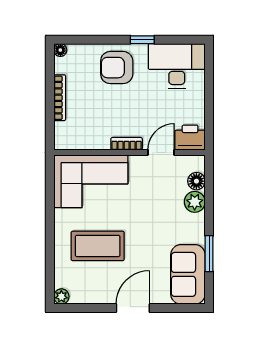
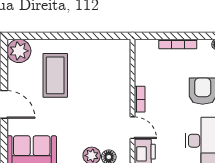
corner sofa: (91, 181) -> (109, 70), removed
plant: (61, 297) -> (19, 51), width x1.88, depth x1.88

